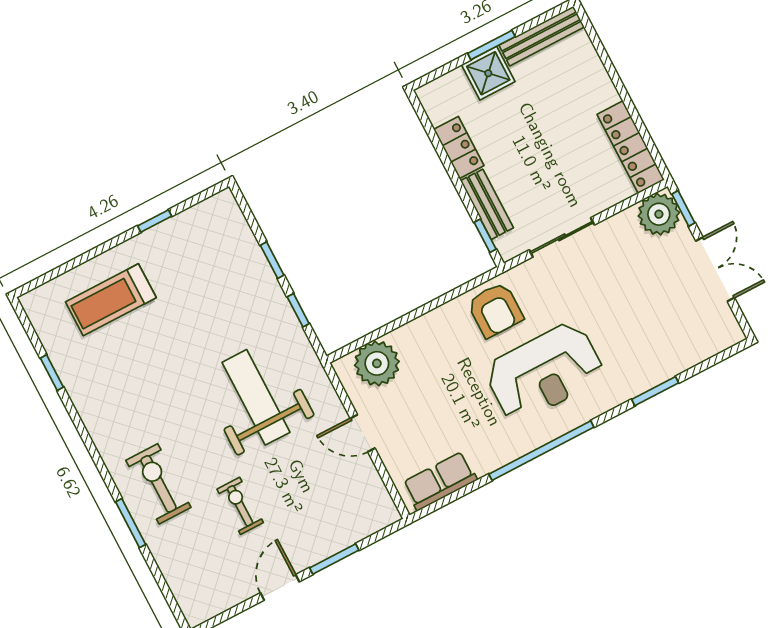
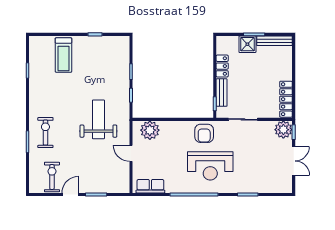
treadmill: (111, 300) -> (63, 55), turned -90
exercise bike: (240, 506) -> (52, 177), moved, width x1.38, depth x1.39

